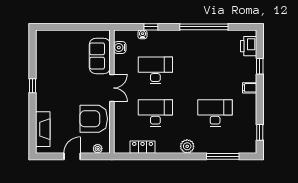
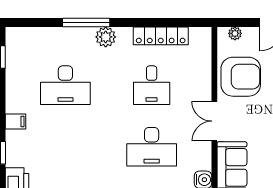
desk: (155, 113) -> (152, 85), width x0.73
locker: (143, 147) -> (161, 36), width x1.53
window: (223, 156) -> (86, 22), moved

